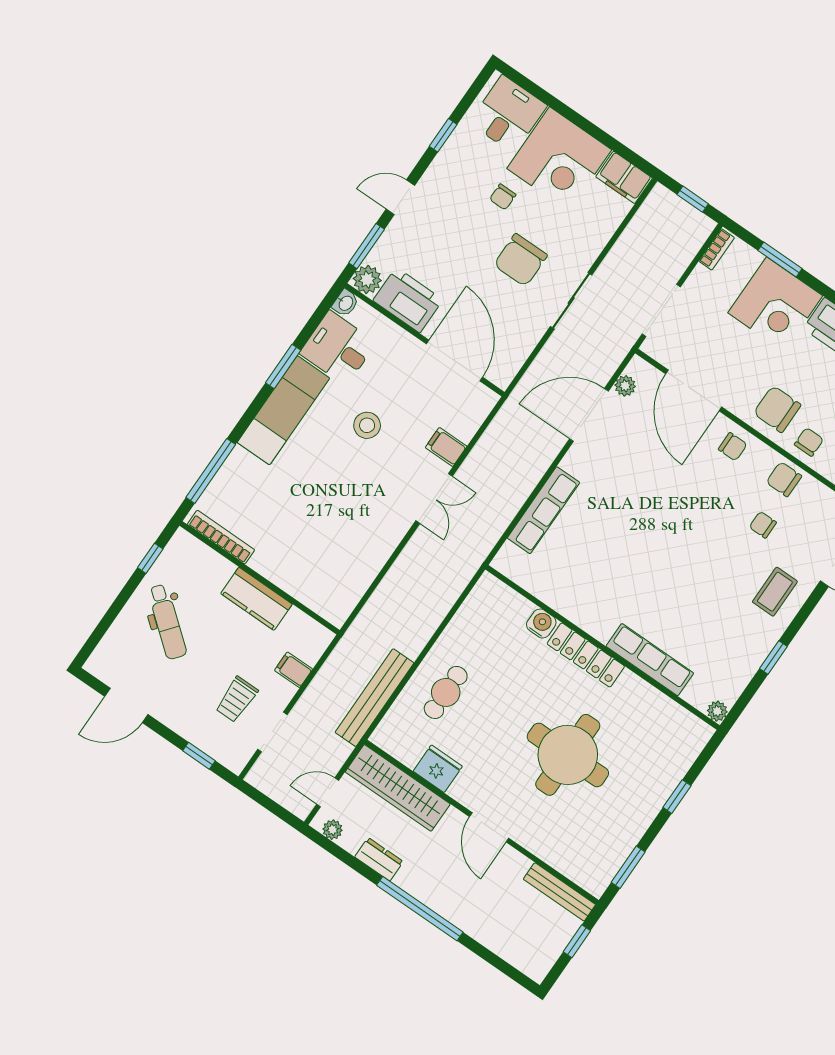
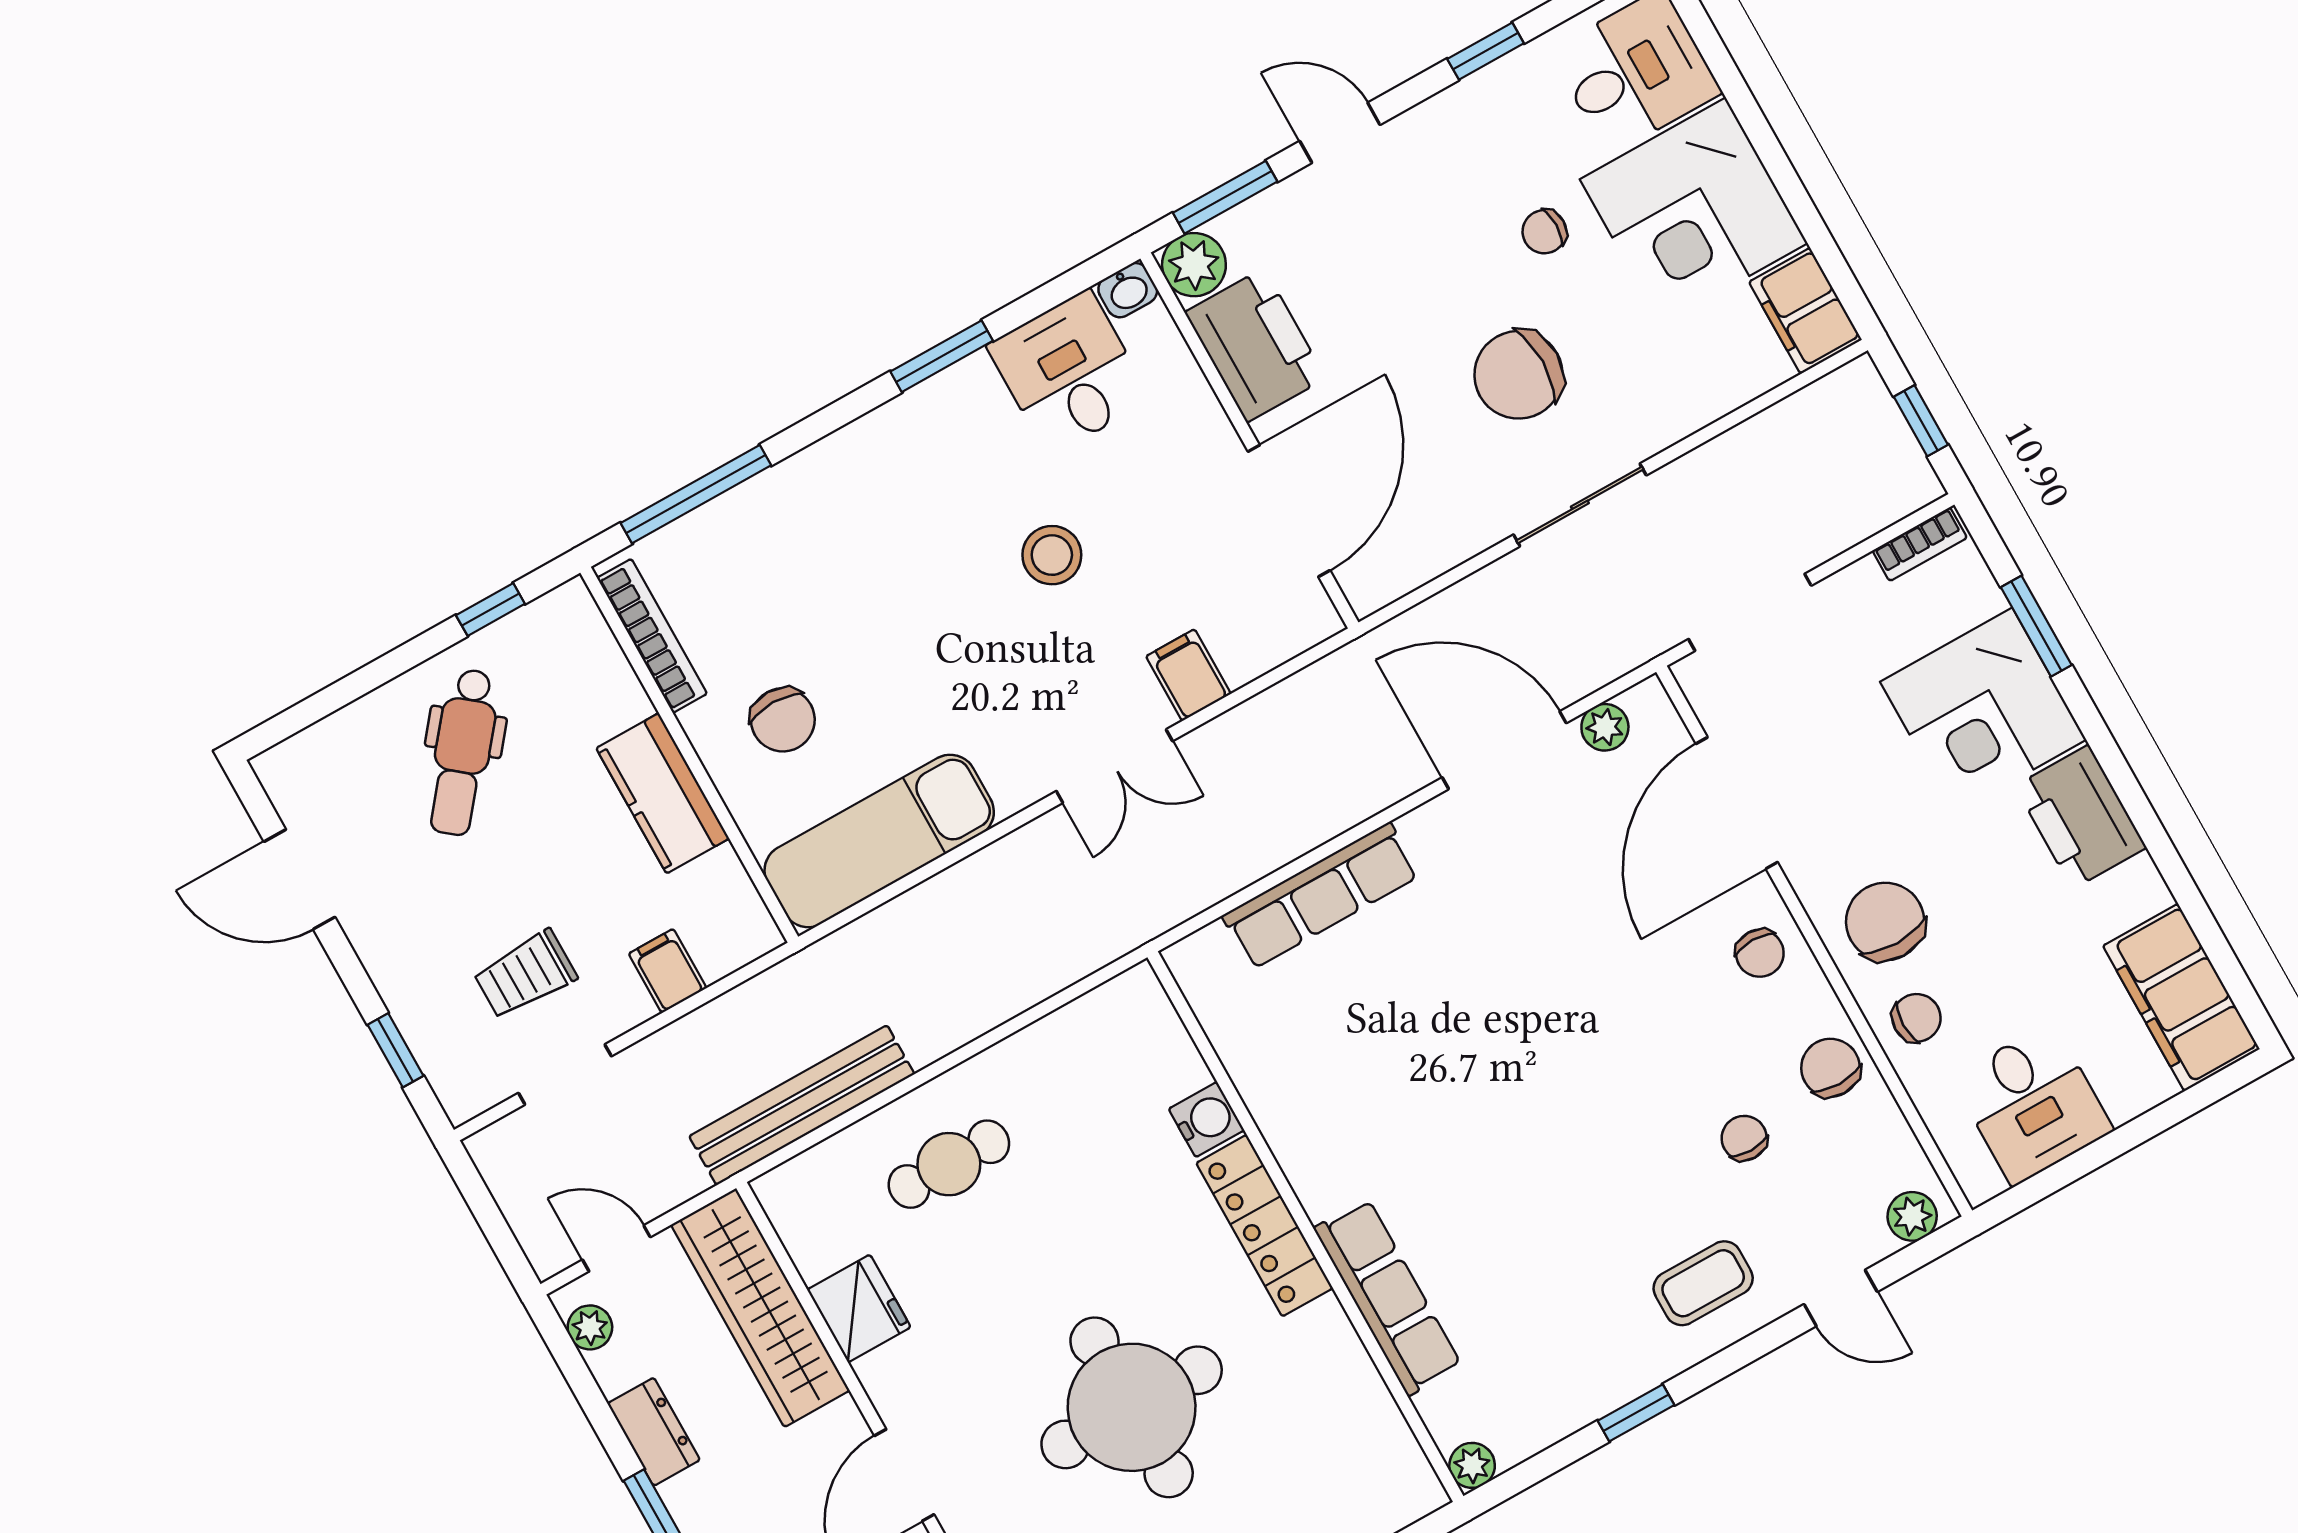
exam couch: (283, 410) -> (879, 841), moved, turned 180
chair: (291, 545) -> (783, 720), added

